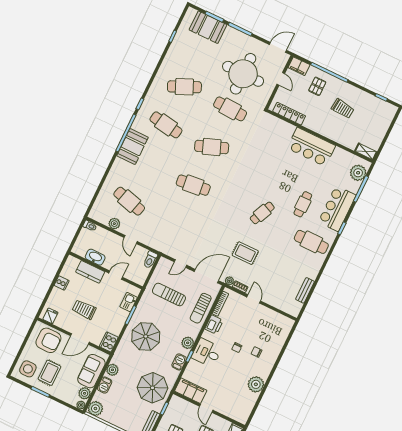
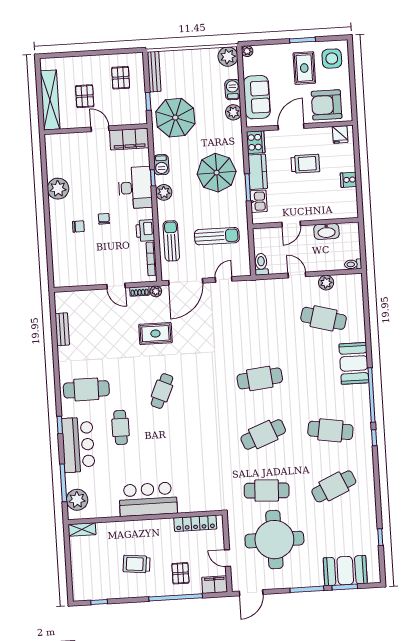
booth: (133, 147) -> (354, 363), moved
kitchen counter: (90, 272) -> (258, 172), moved, turned 90
desk: (207, 353) -> (135, 188), width x1.37
plant: (85, 393) -> (250, 67), removed

